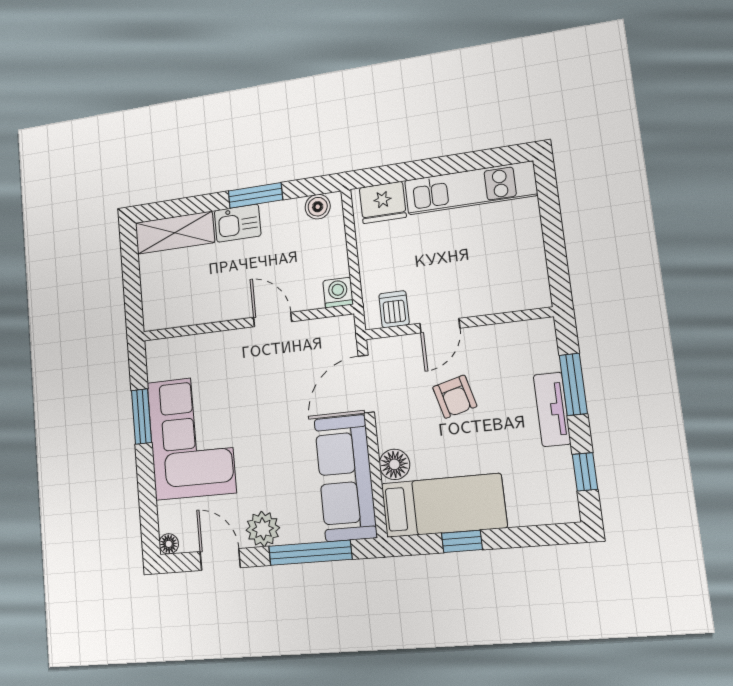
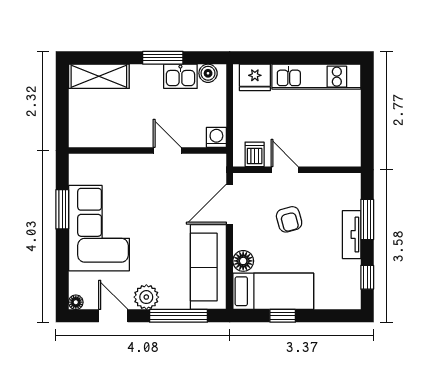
kitchen sink: (238, 223) -> (180, 76), moved
door: (440, 326) -> (285, 170), swing flipped

